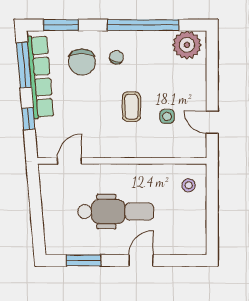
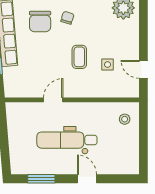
door: (69, 161) -> (53, 100), moved
dental chair: (116, 212) -> (67, 140), turned 180
door: (141, 260) -> (87, 179), hinge flipped

